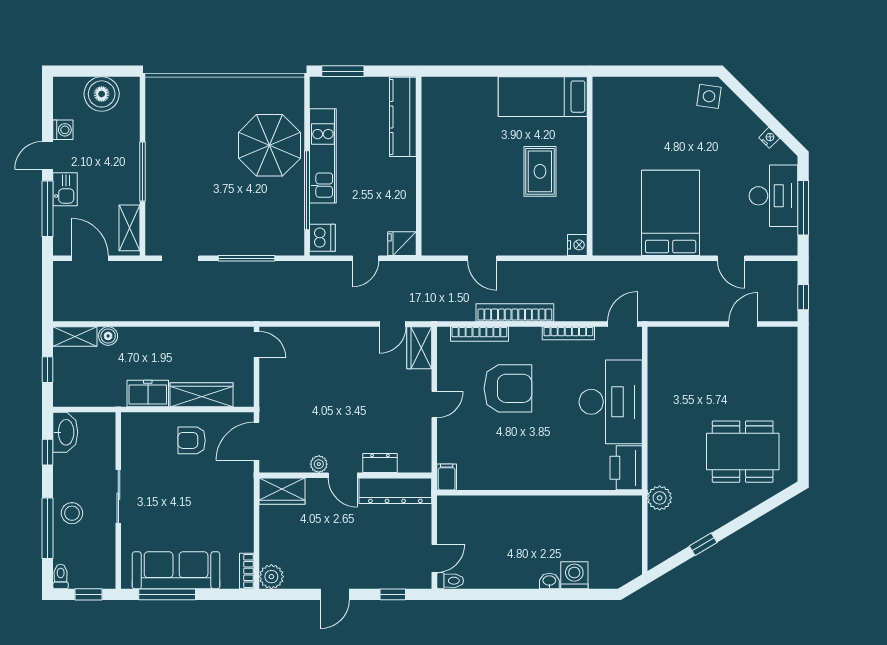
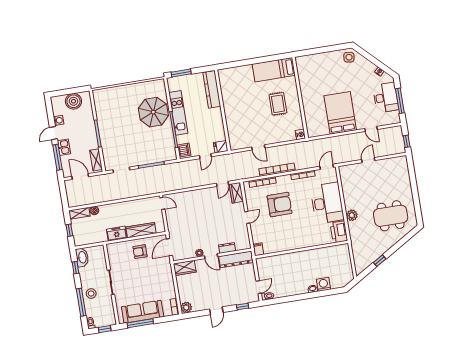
door: (743, 324) -> (368, 160), moved
plant: (660, 498) -> (352, 215), moved

